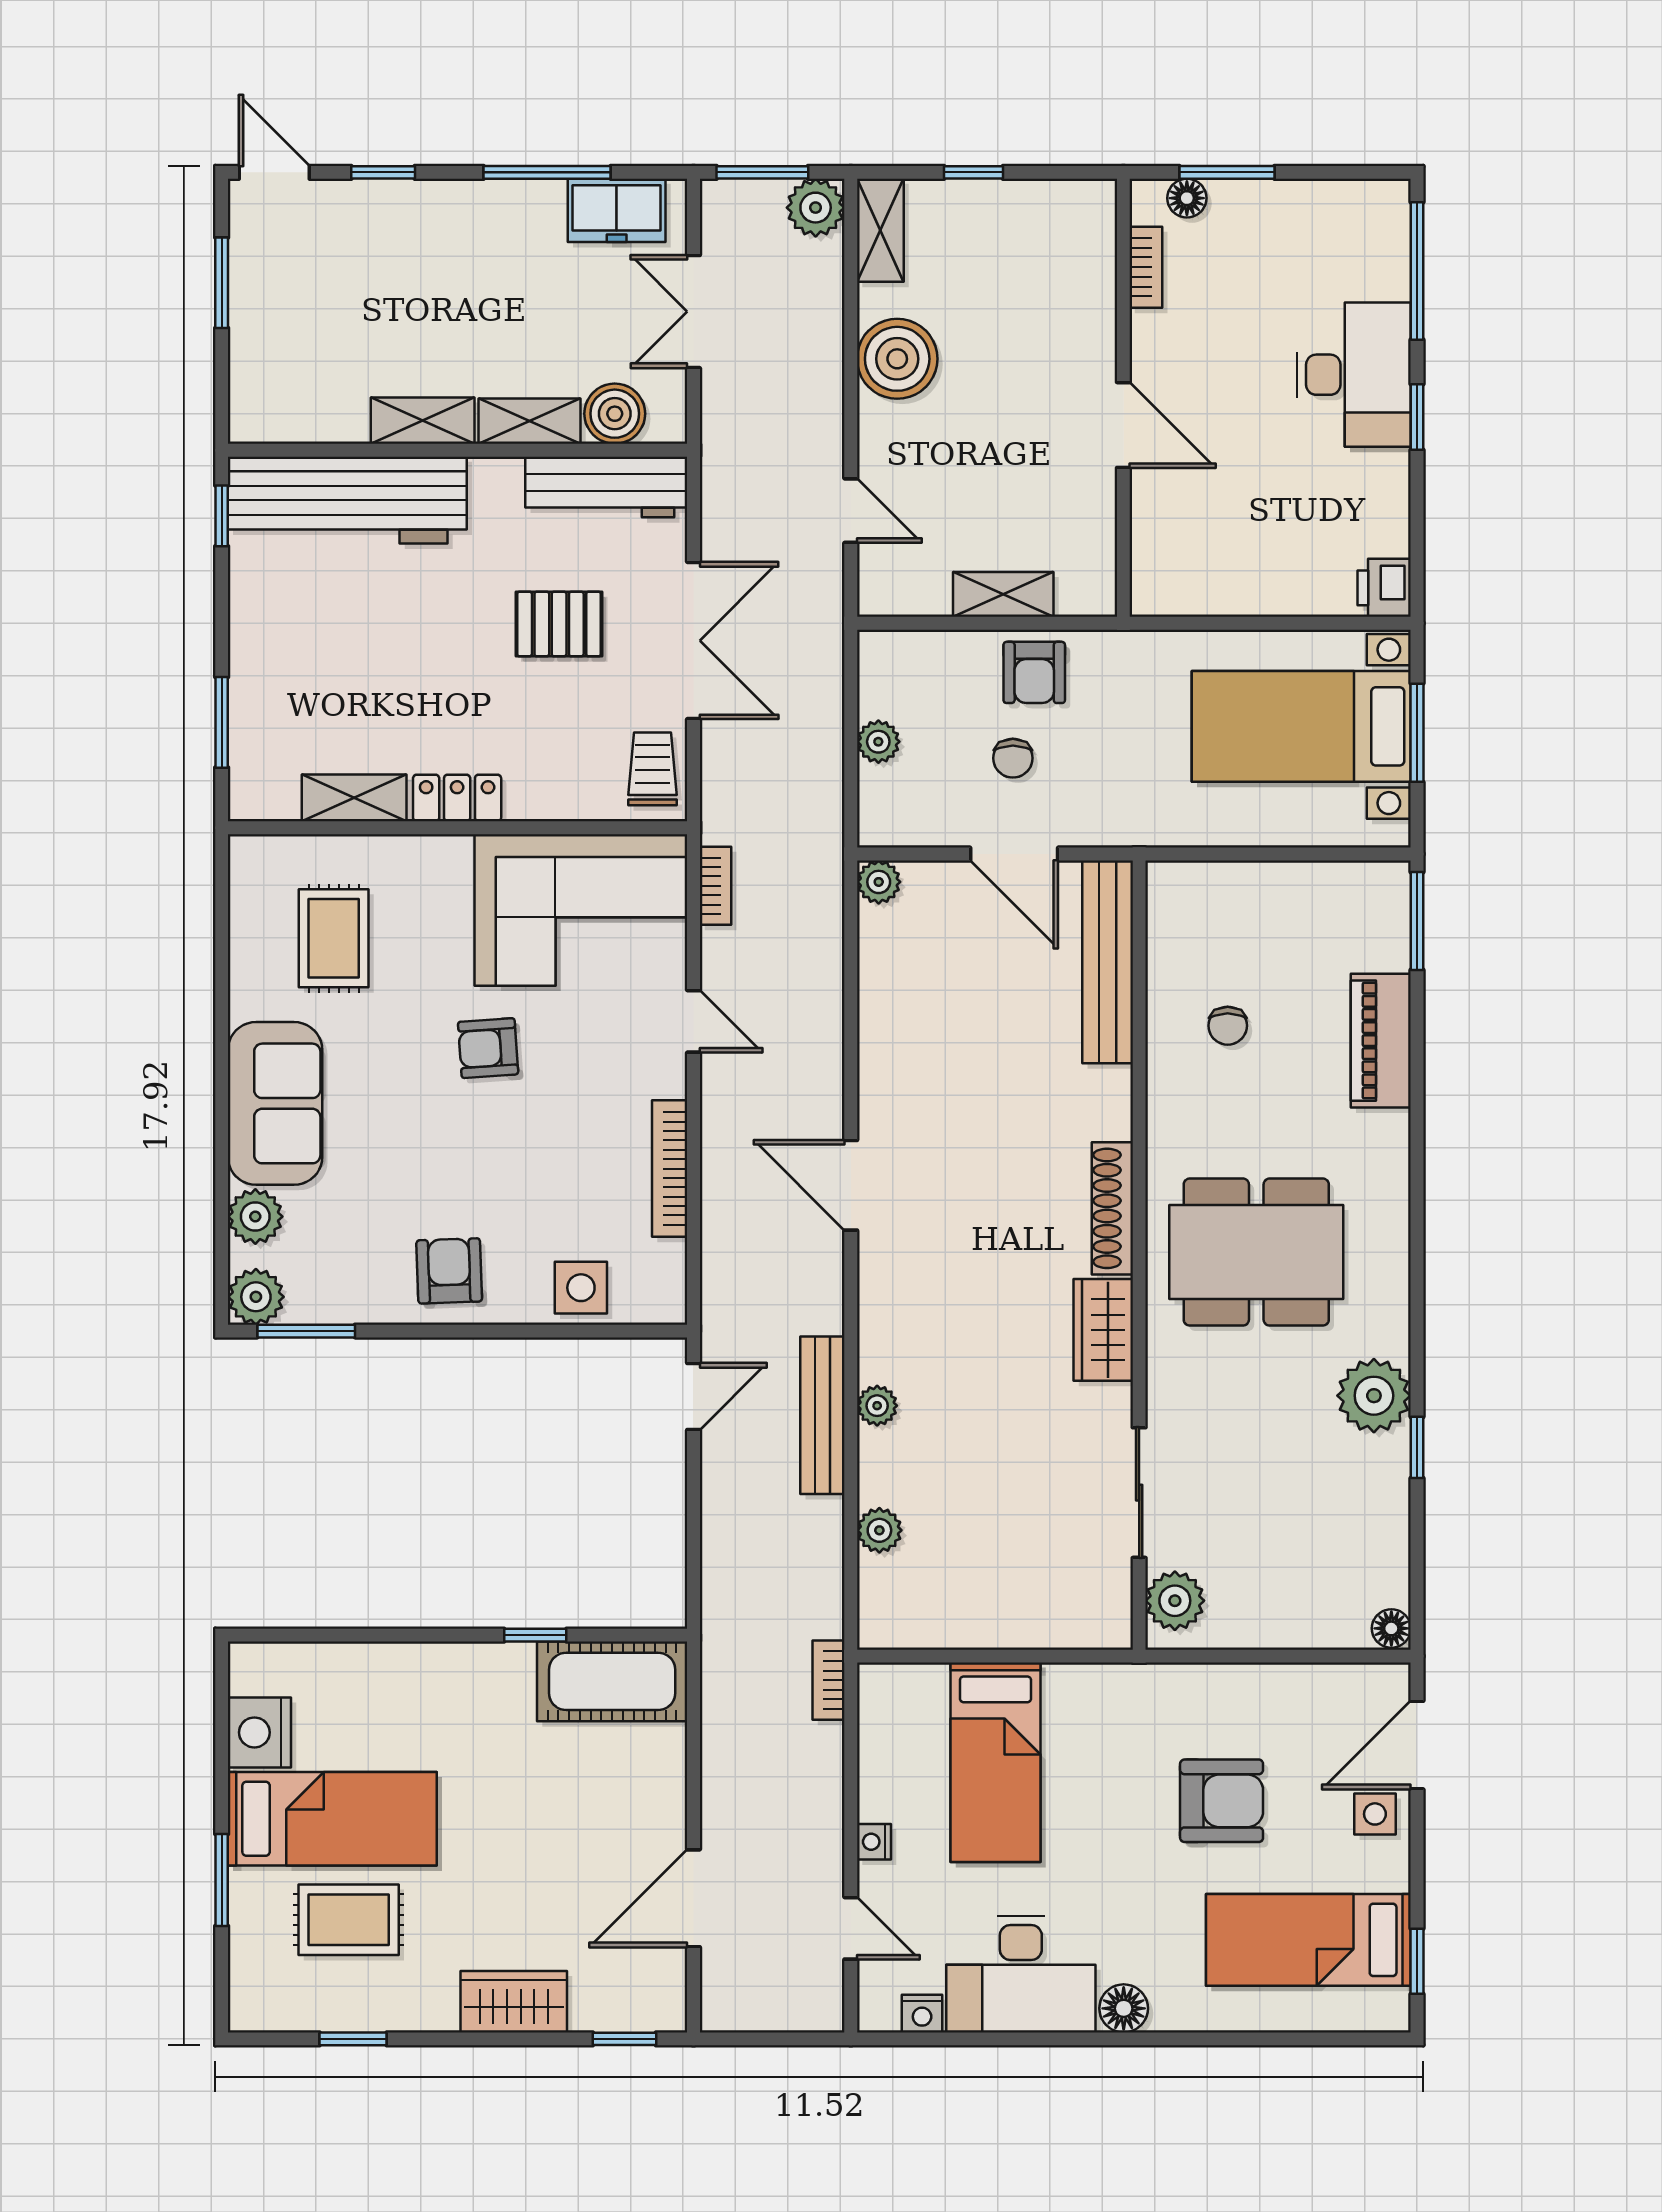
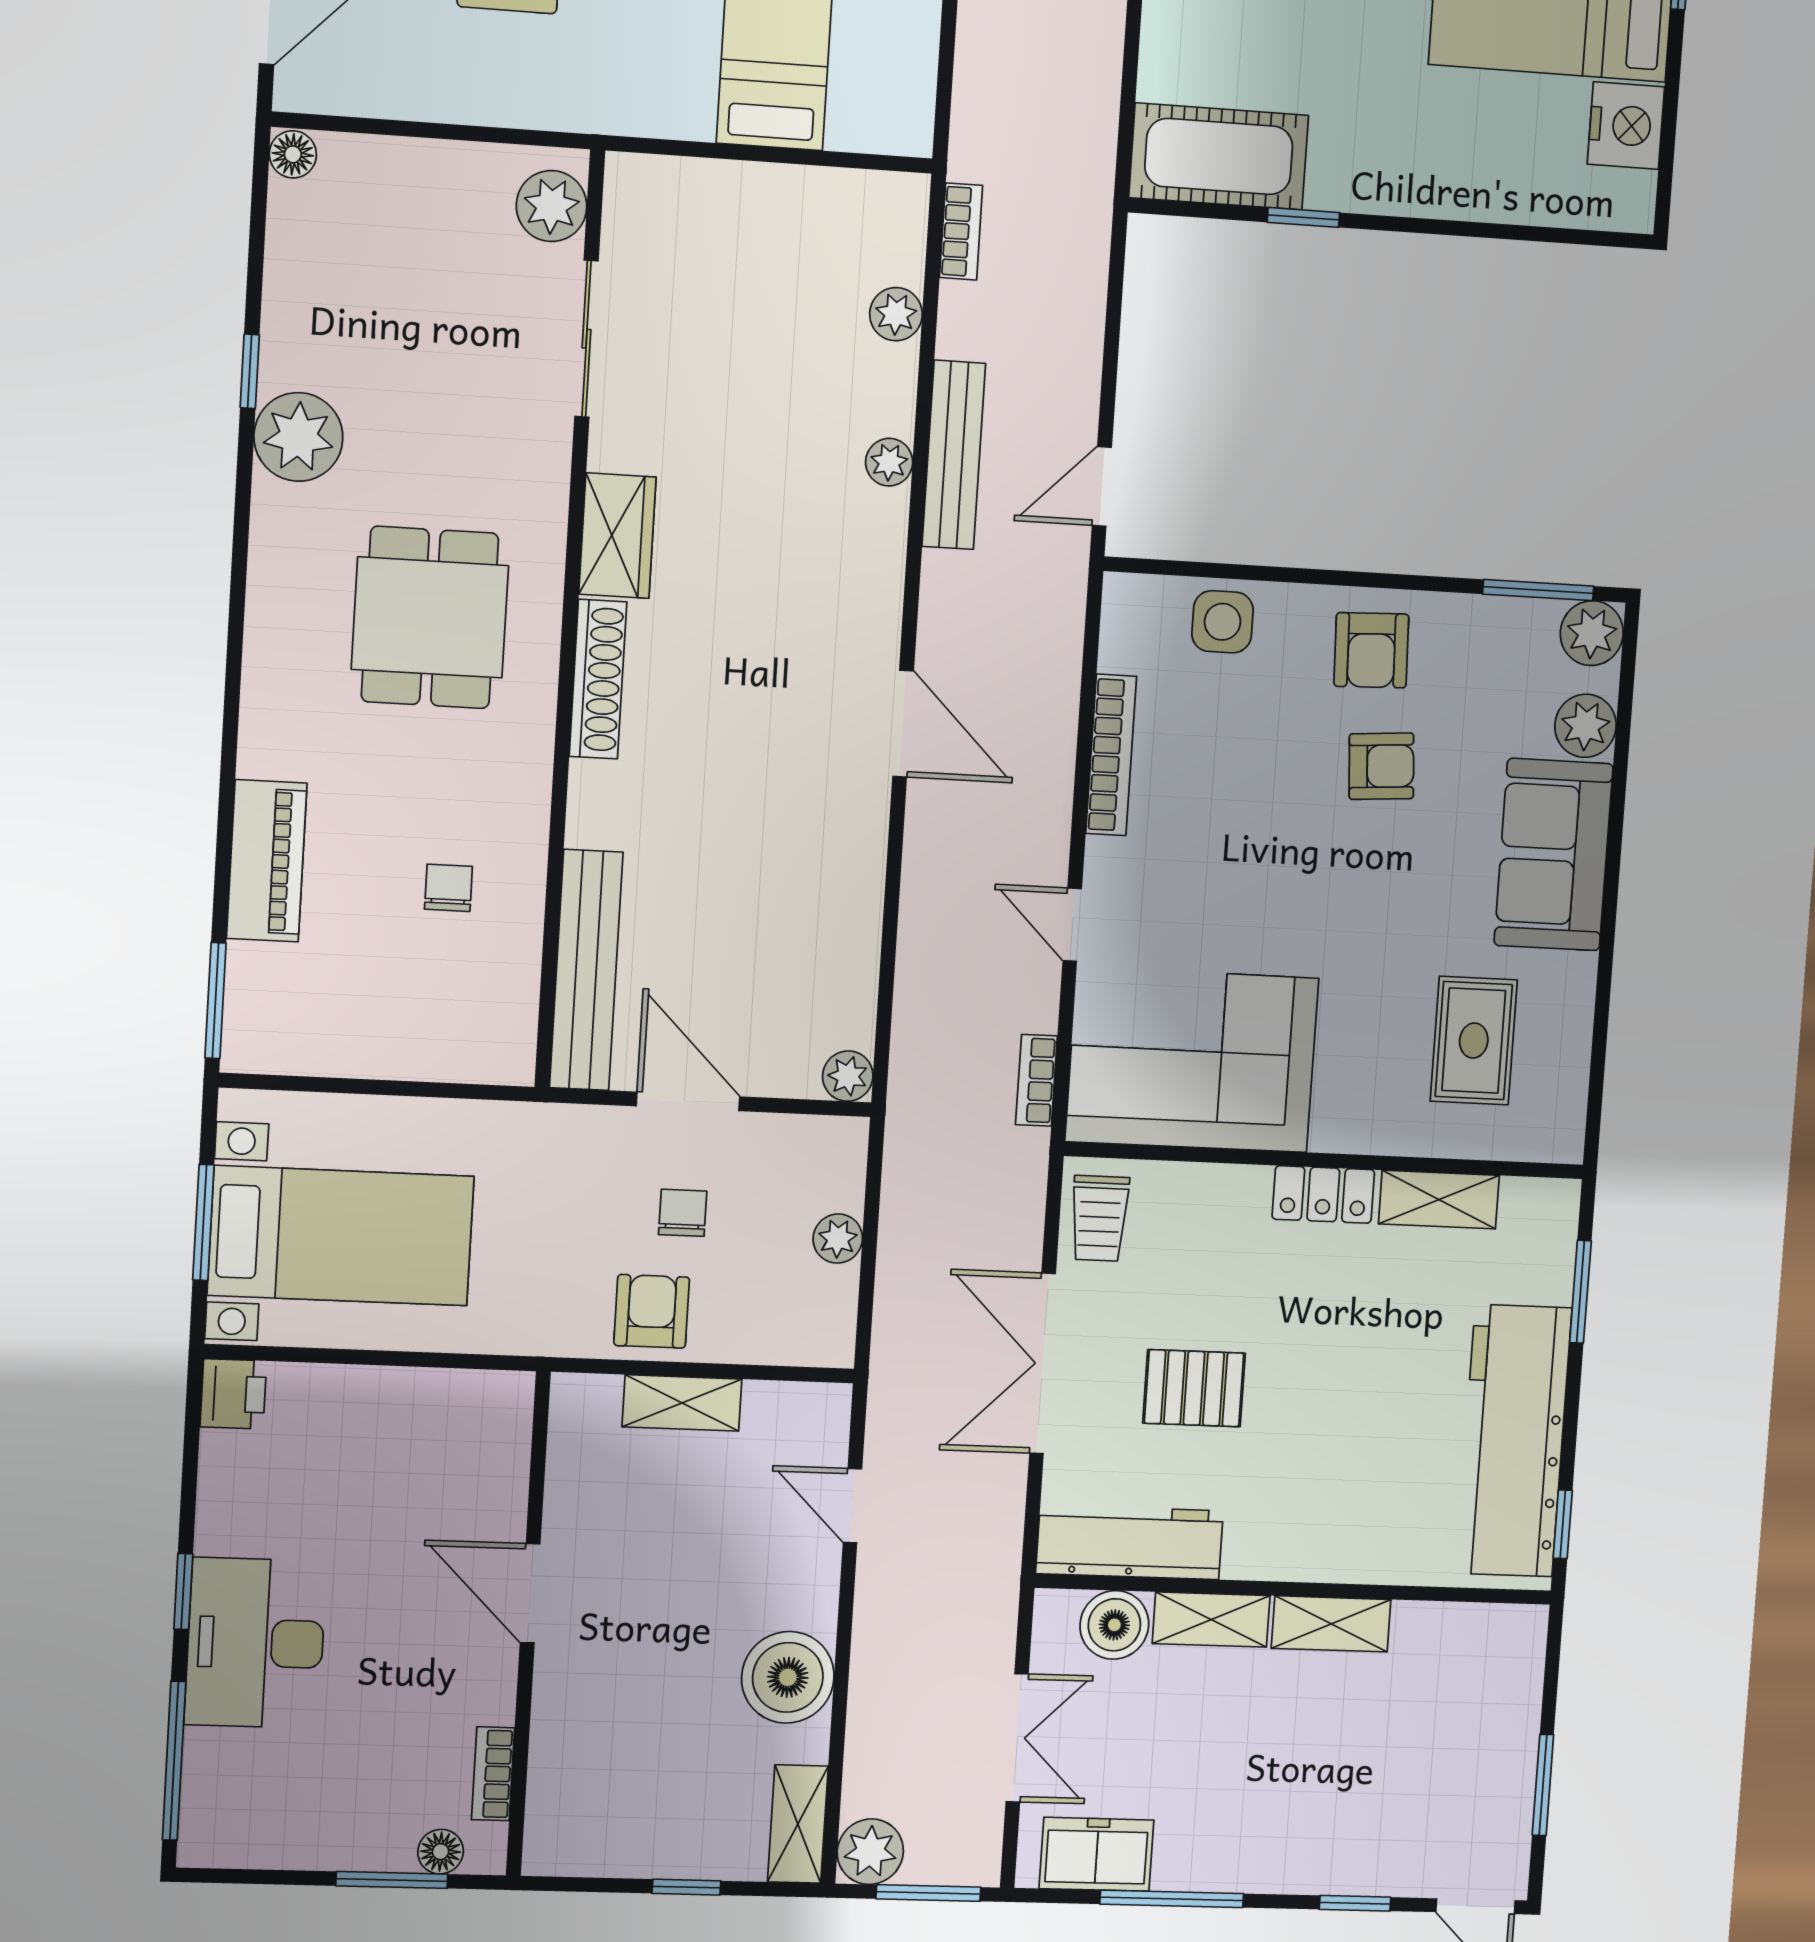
workbench: (347, 500) -> (1514, 1441), moved, turned -90
armchair: (488, 1048) -> (1381, 766), moved
dining table: (1256, 1252) -> (430, 617), width x0.73
bookcase: (829, 1680) -> (961, 232), moved

